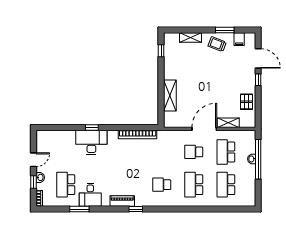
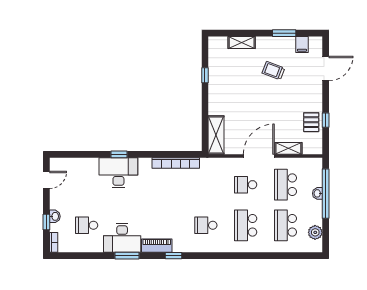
trolley: (217, 44) -> (273, 71), moved
window: (161, 51) -> (205, 75), moved
door: (258, 58) -> (326, 69), hinge flipped
window: (258, 80) -> (326, 120), moved
shelving: (170, 96) -> (216, 135), moved
door: (33, 160) -> (46, 180), moved
school desk: (66, 185) -> (87, 225), width x0.54
plant: (250, 190) -> (315, 232), added
desk: (90, 195) -> (122, 238), width x1.37
window: (79, 209) -> (127, 256), moved

